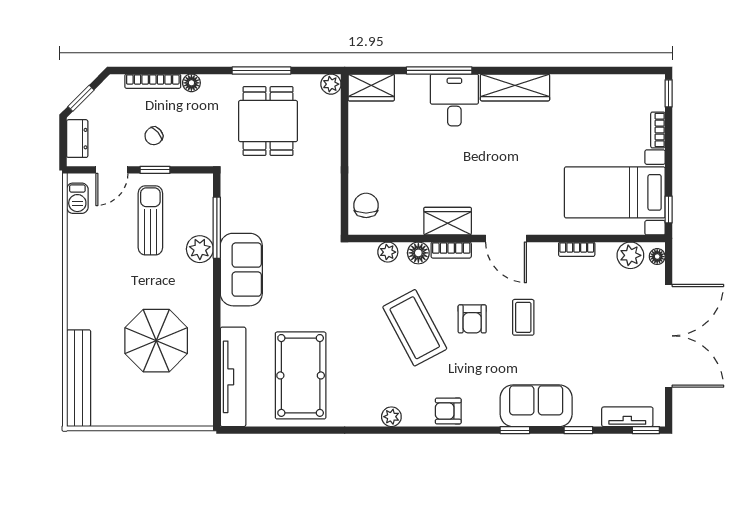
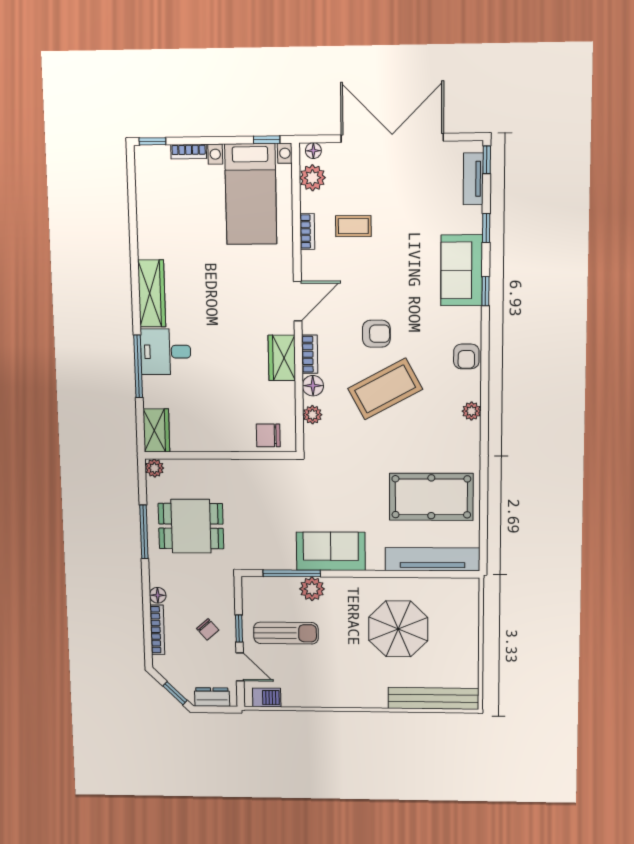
sun lounger: (150, 220) -> (286, 633), turned 180
coffee table: (523, 317) -> (353, 226), moved

